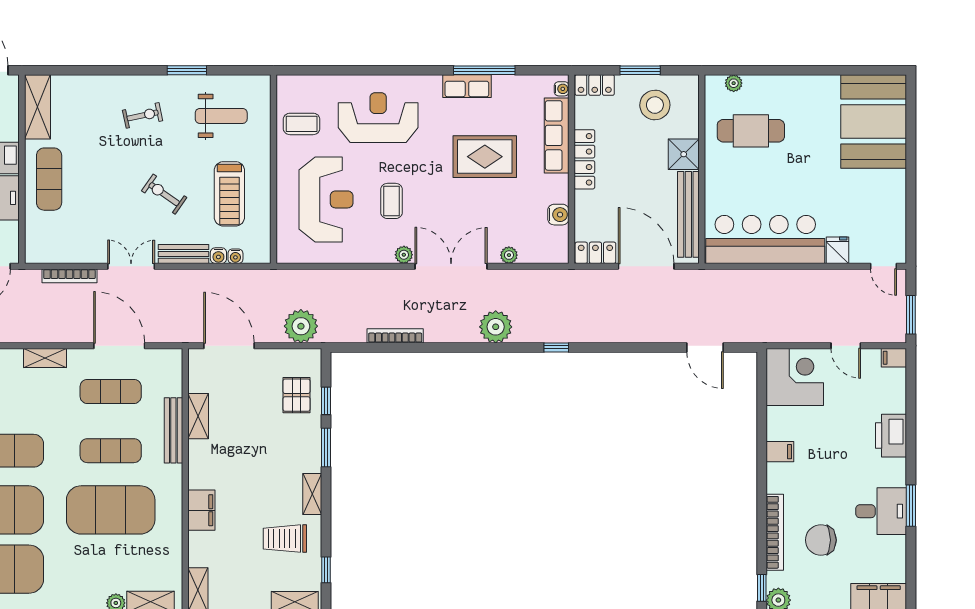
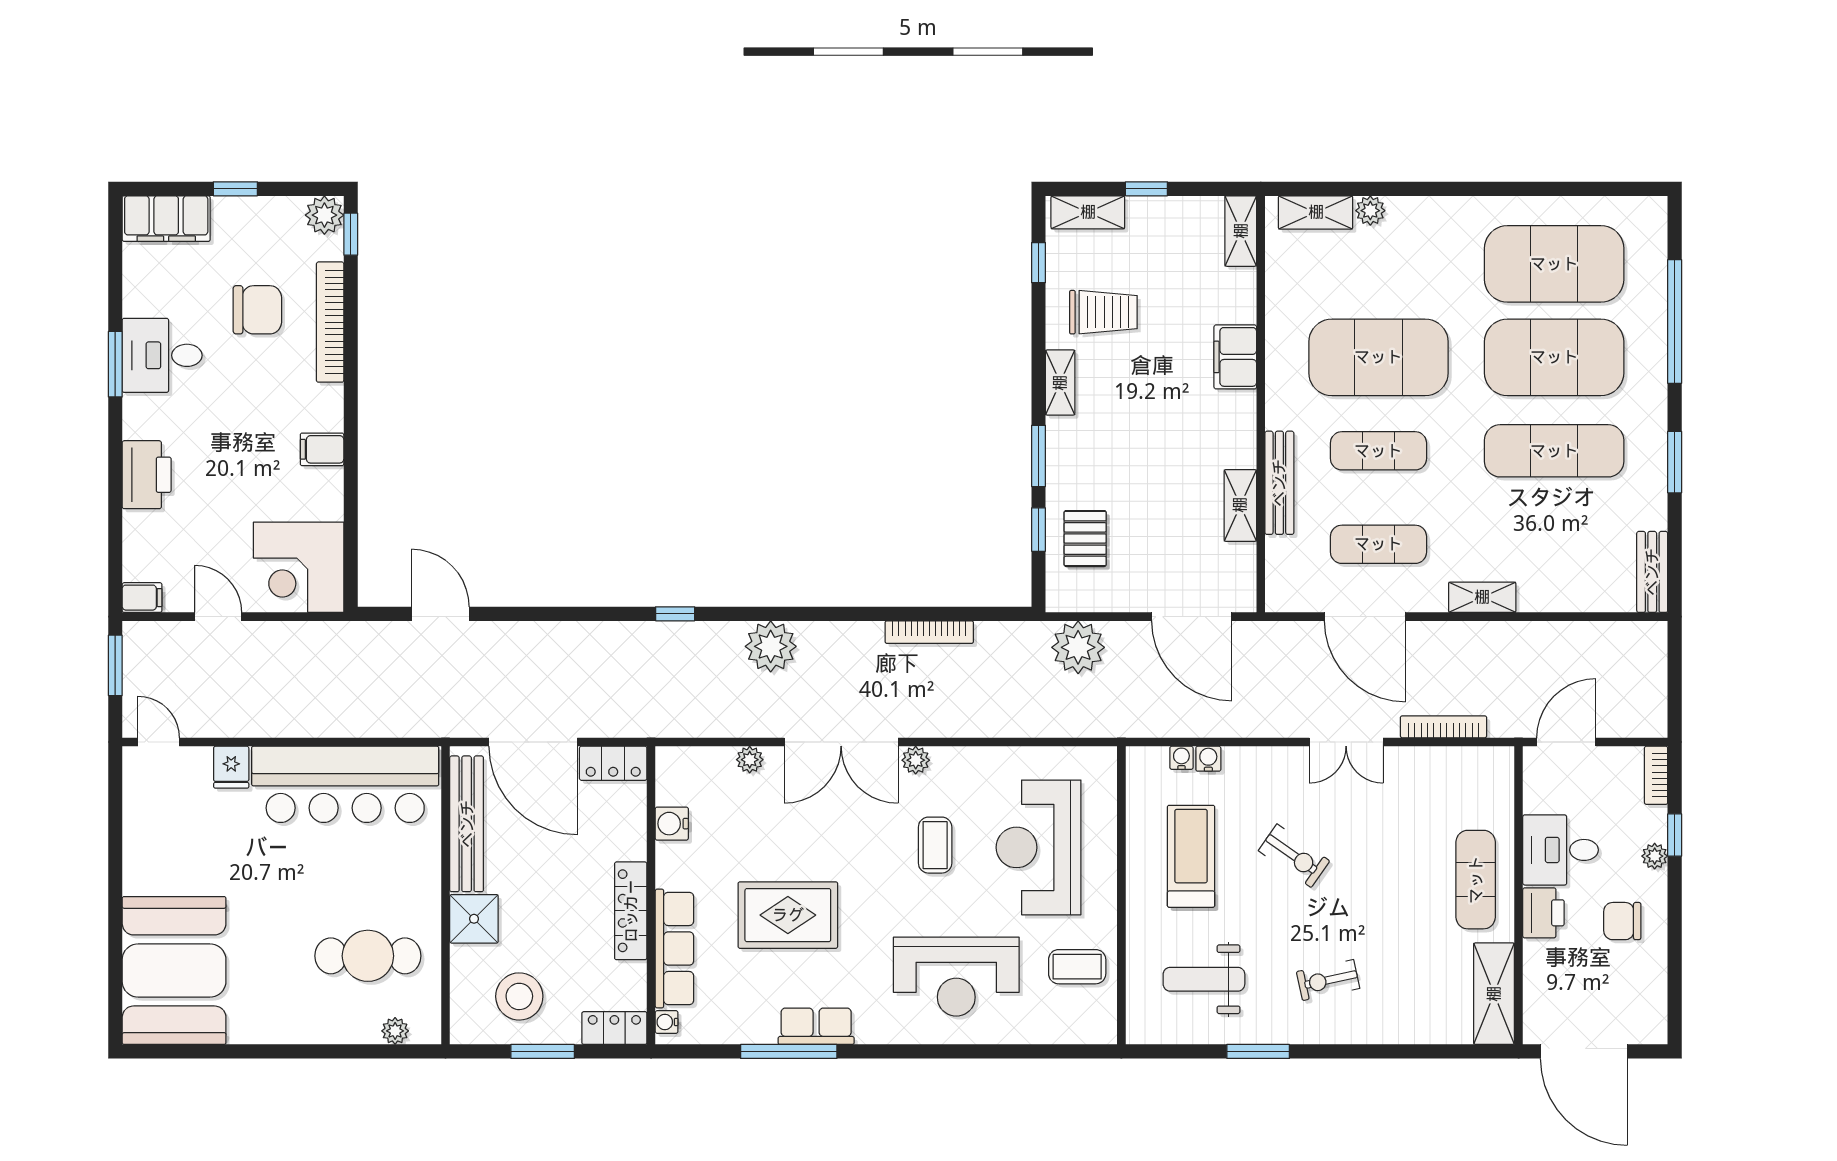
bench: (184, 254) -> (1263, 761), removed

